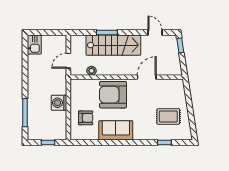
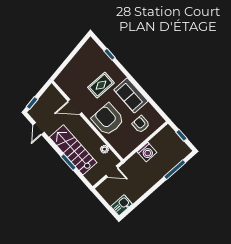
armchair: (113, 95) -> (108, 119), turned 180
rug: (168, 116) -> (101, 85), moved, turned 90

